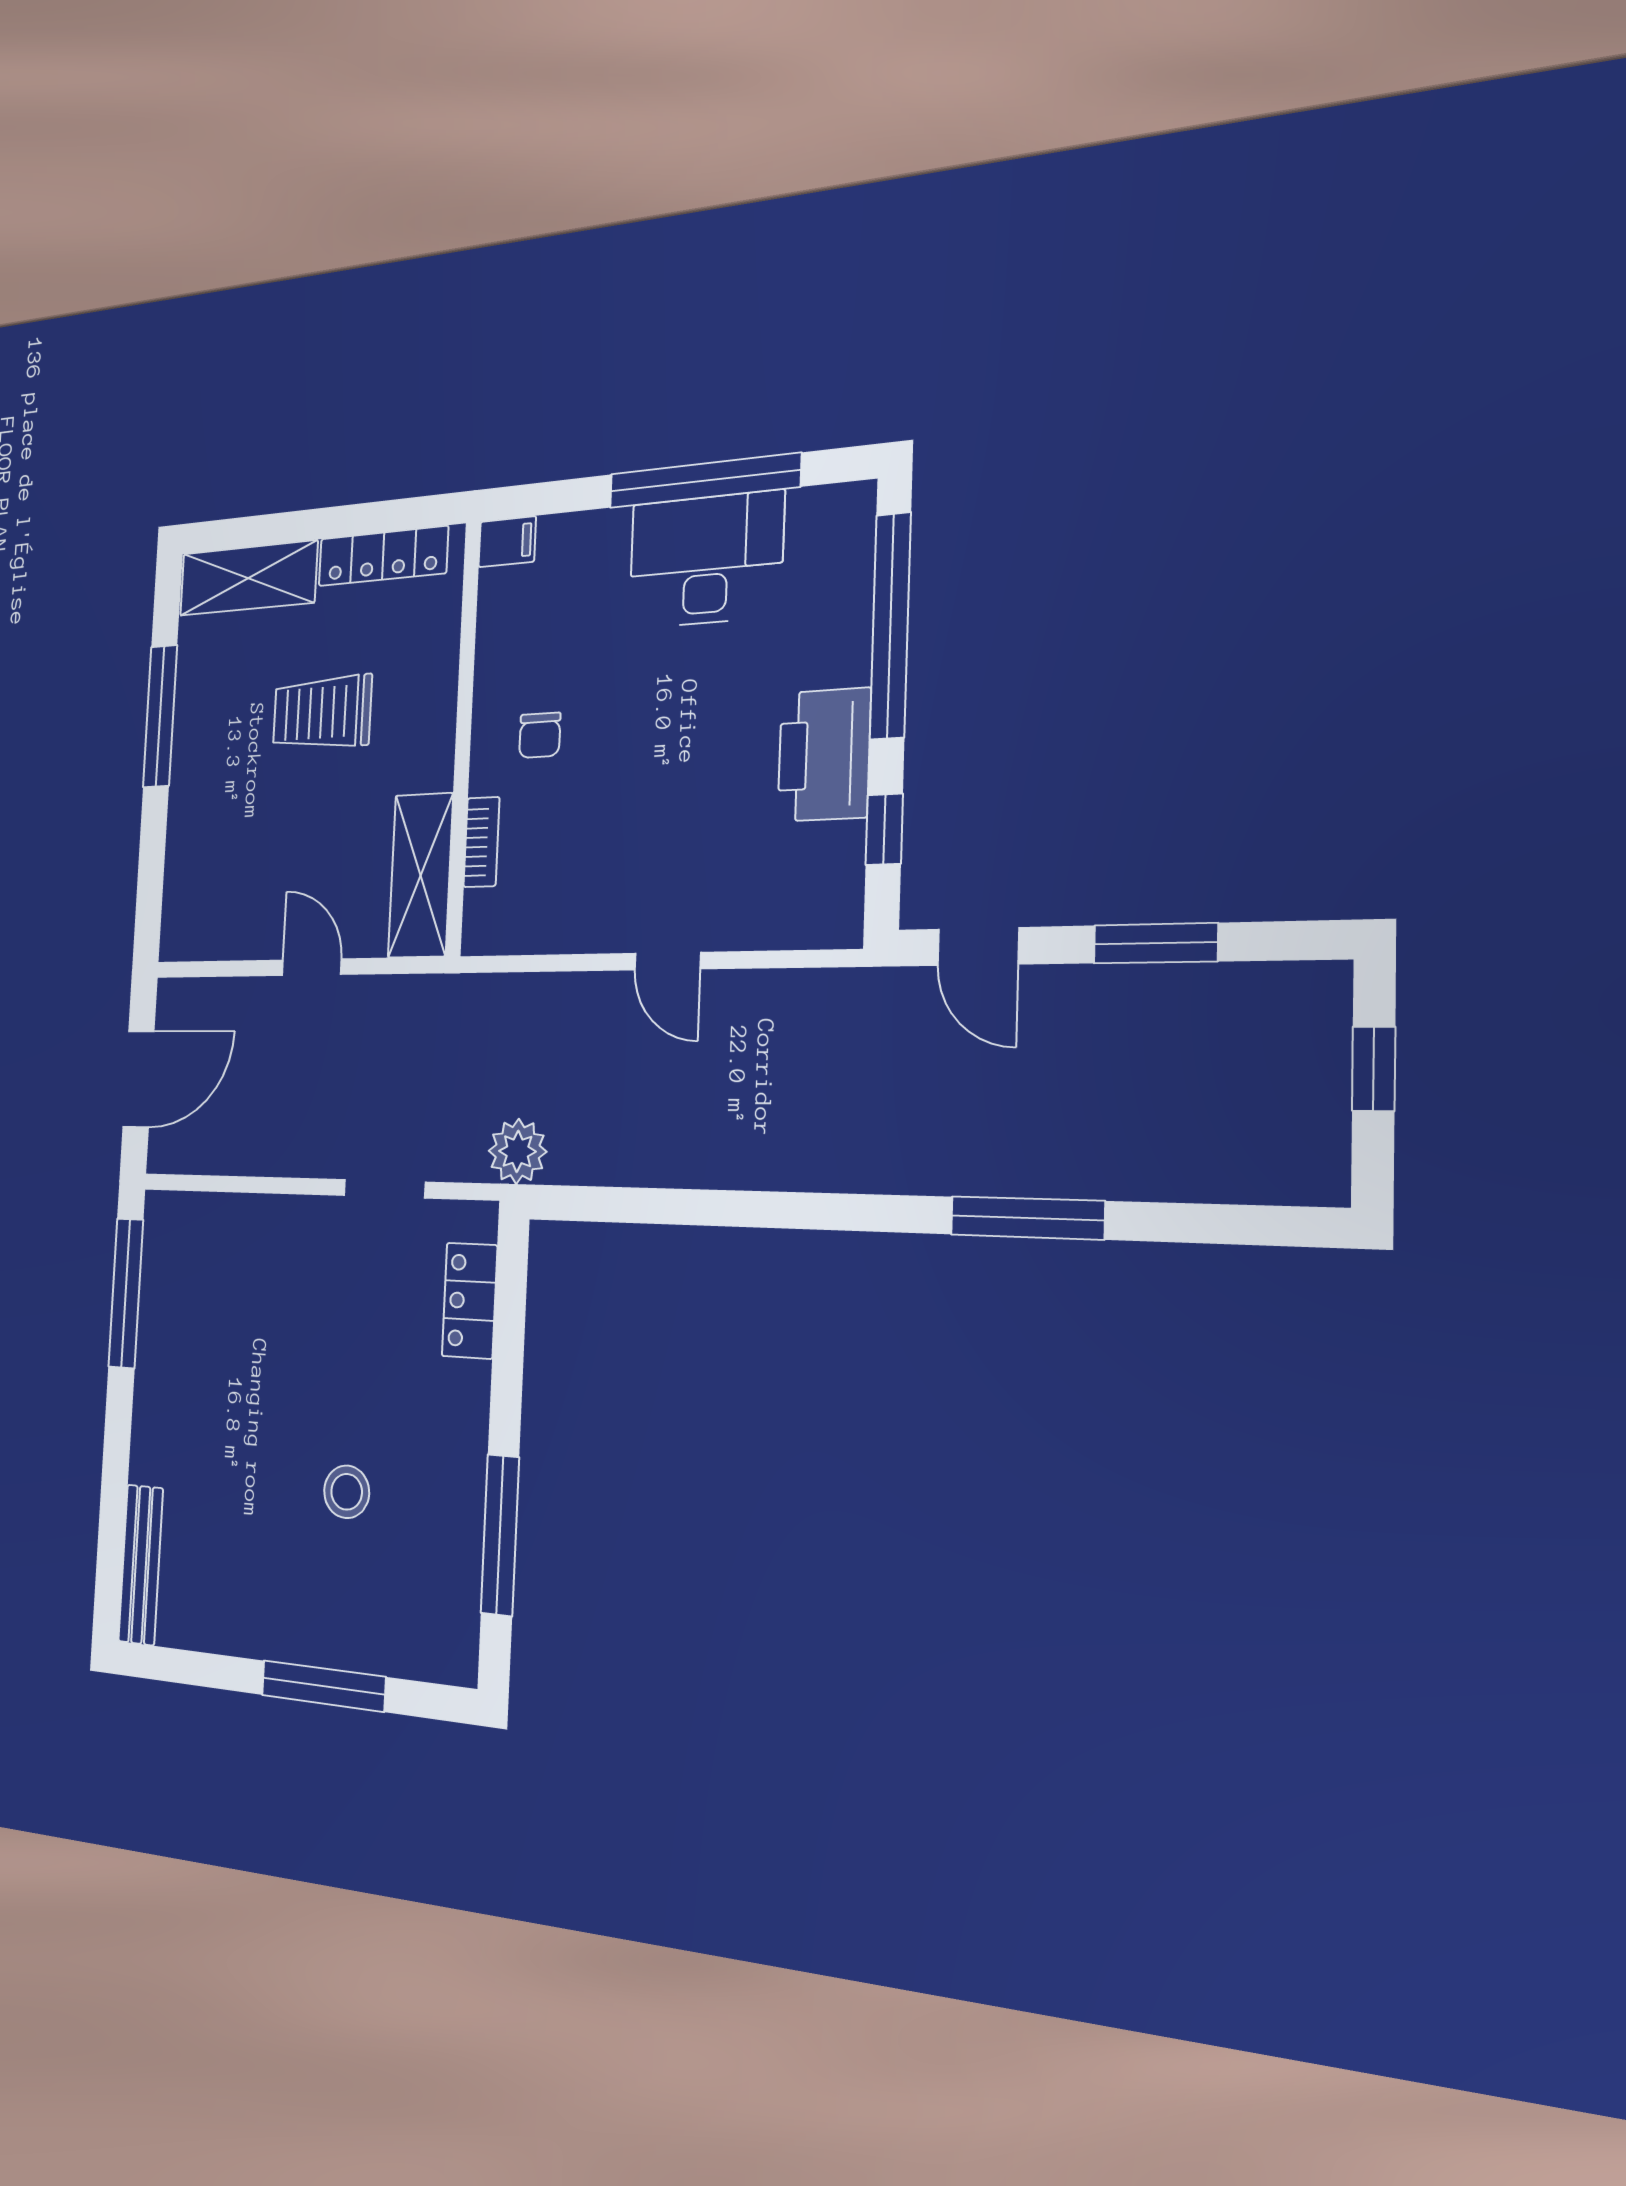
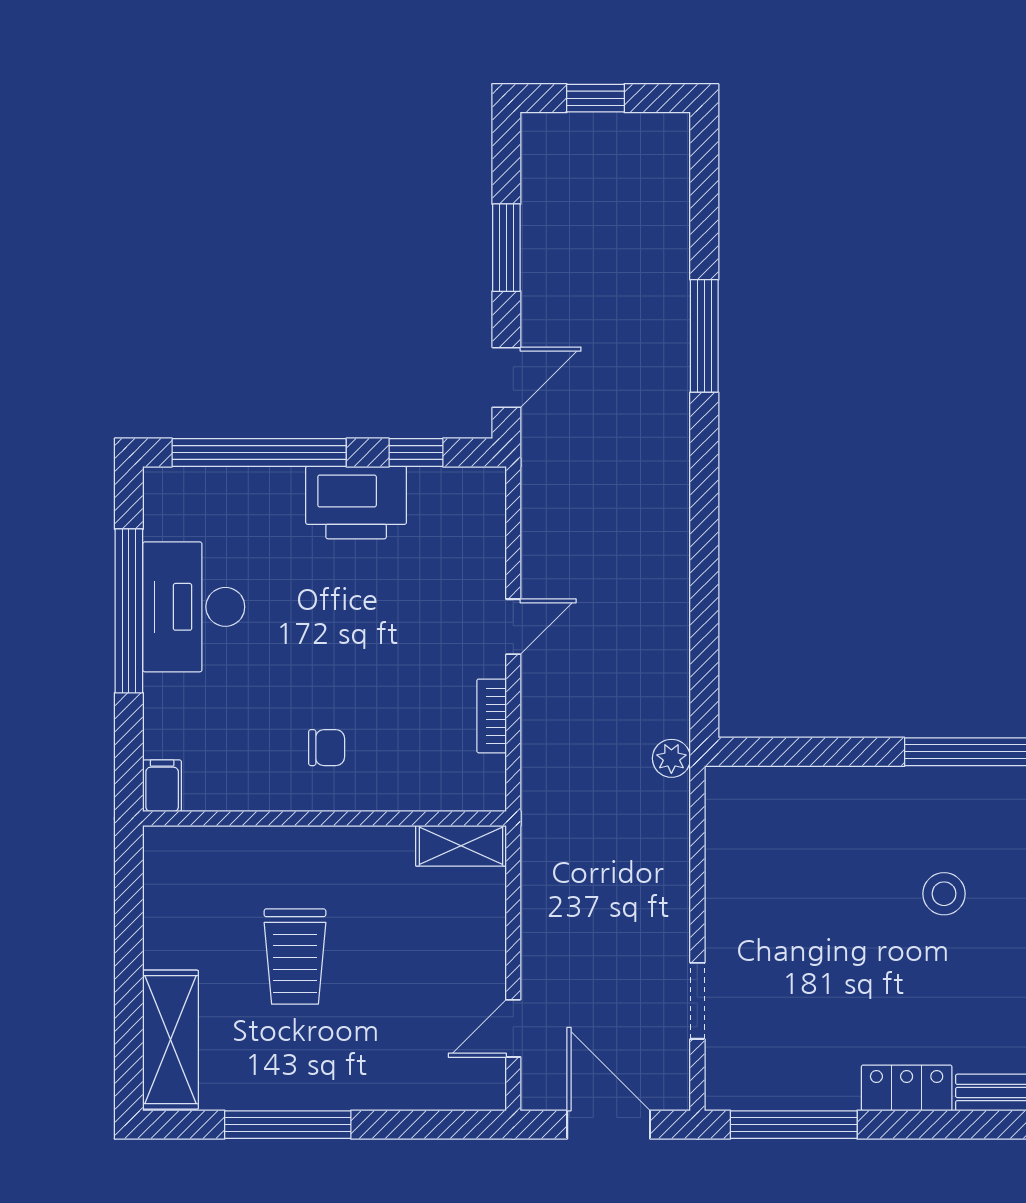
locker: (383, 556) -> (163, 904), removed
bookcase: (481, 842) -> (492, 716), moved, turned -90
shelving: (421, 875) -> (461, 846), width x0.67, depth x0.75
door: (312, 967) -> (513, 1028), moved
plant: (518, 1151) -> (671, 758), width x0.73, depth x0.73
doorway: (385, 1189) -> (697, 1001), moved
locker: (470, 1301) -> (907, 1088), moved, turned 180

